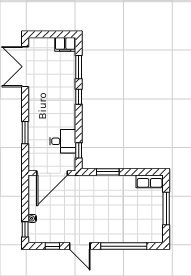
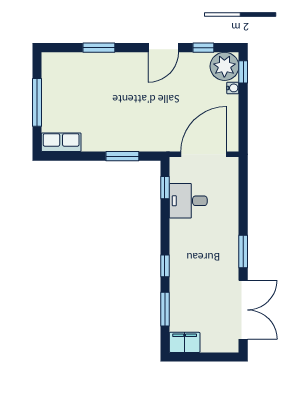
window: (25, 133) -> (243, 251), moved
plant: (38, 233) -> (224, 66), added
door: (80, 246) -> (163, 48), swing flipped
window: (124, 246) -> (99, 48), width x0.47

